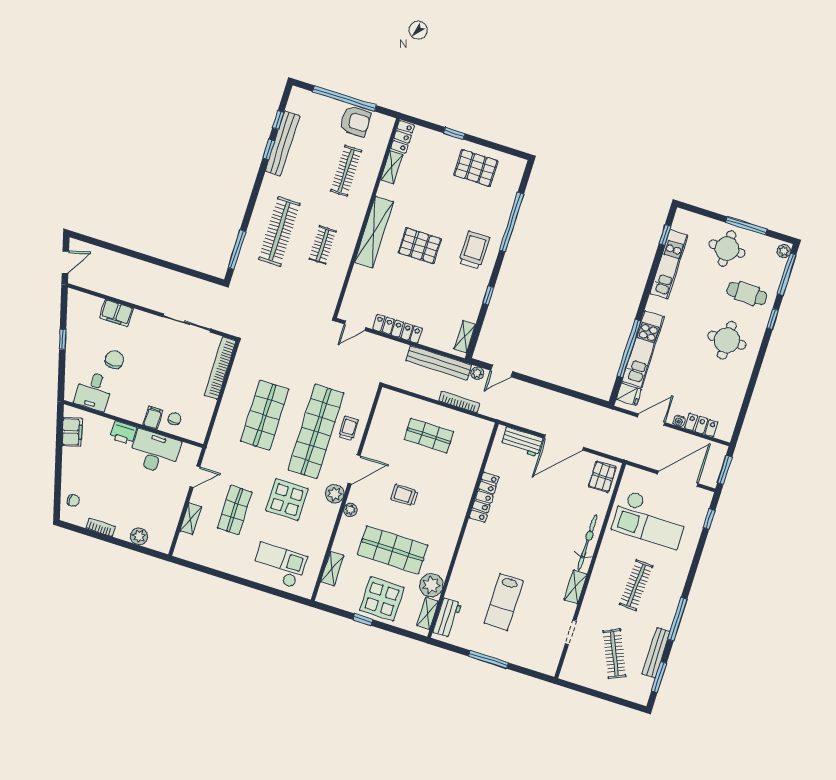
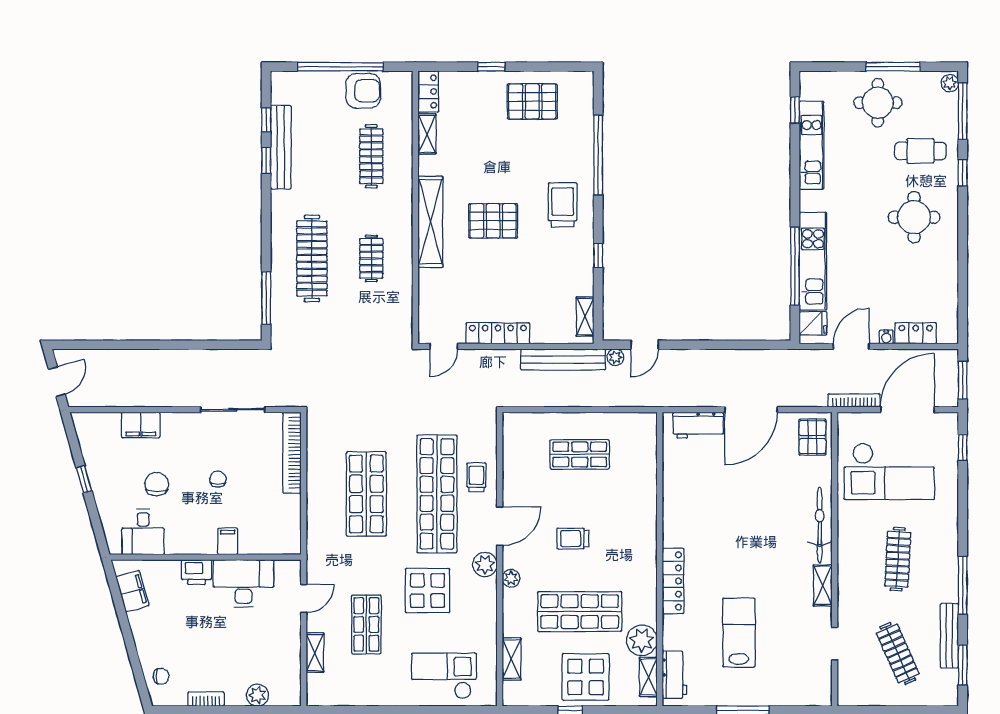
bookcase: (459, 402) -> (854, 400), moved
chair: (174, 419) -> (218, 479), moved
locker: (484, 497) -> (673, 581), moved
lab bench: (504, 602) -> (739, 633), turned 180

